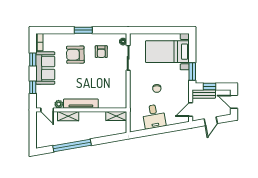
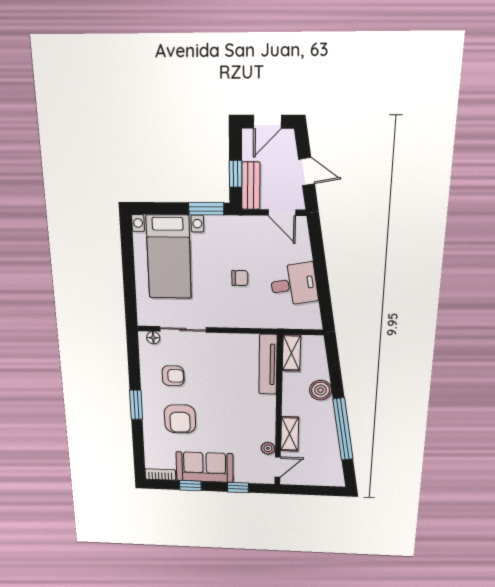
tv unit: (81, 104) -> (268, 364), moved
boiler: (95, 132) -> (321, 390), added

